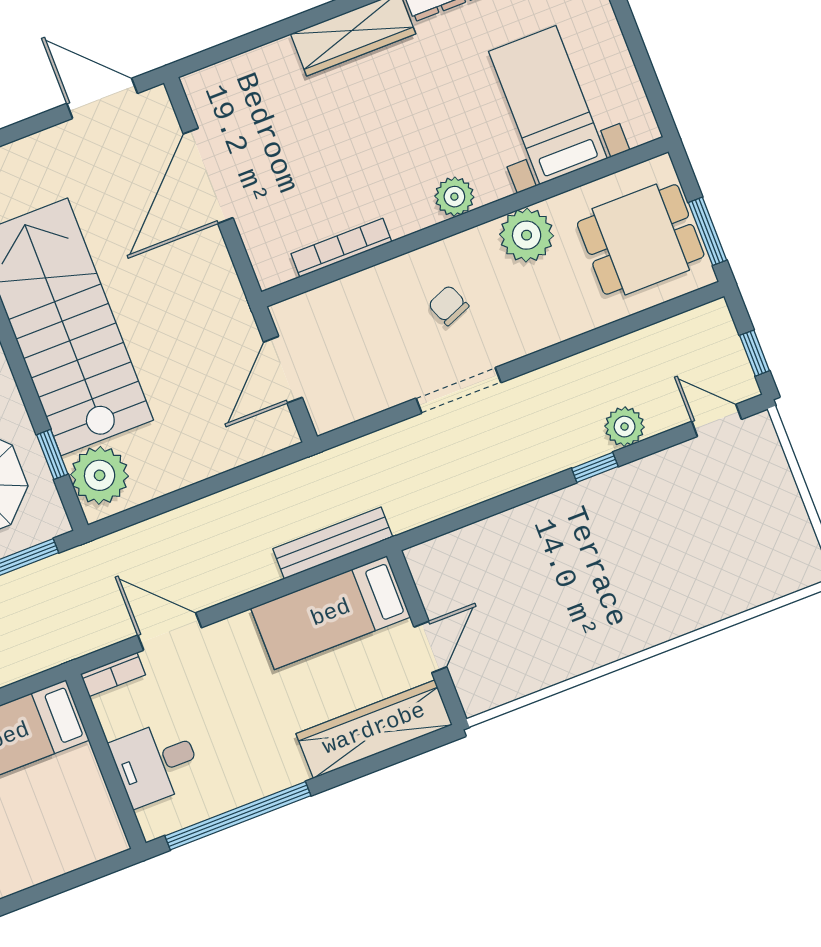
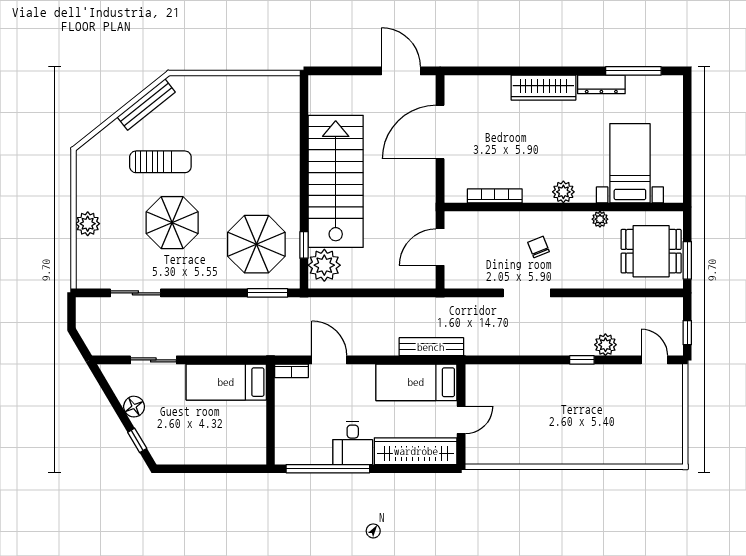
plant: (527, 235) -> (600, 219), width x0.53, depth x0.53
desk: (156, 763) -> (353, 443), moved, turned -90

